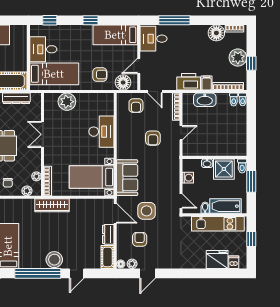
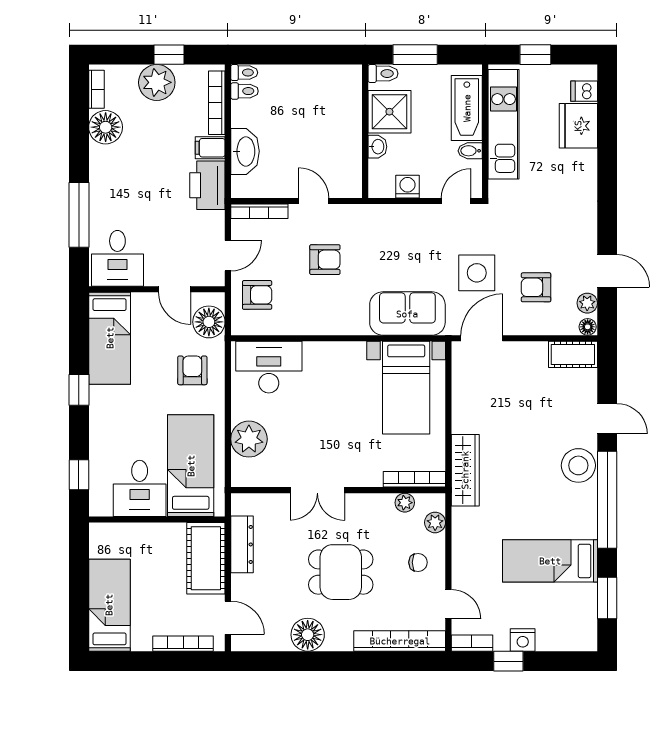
desk: (101, 132) -> (269, 367), moved
dresser: (108, 234) -> (526, 353), removed

